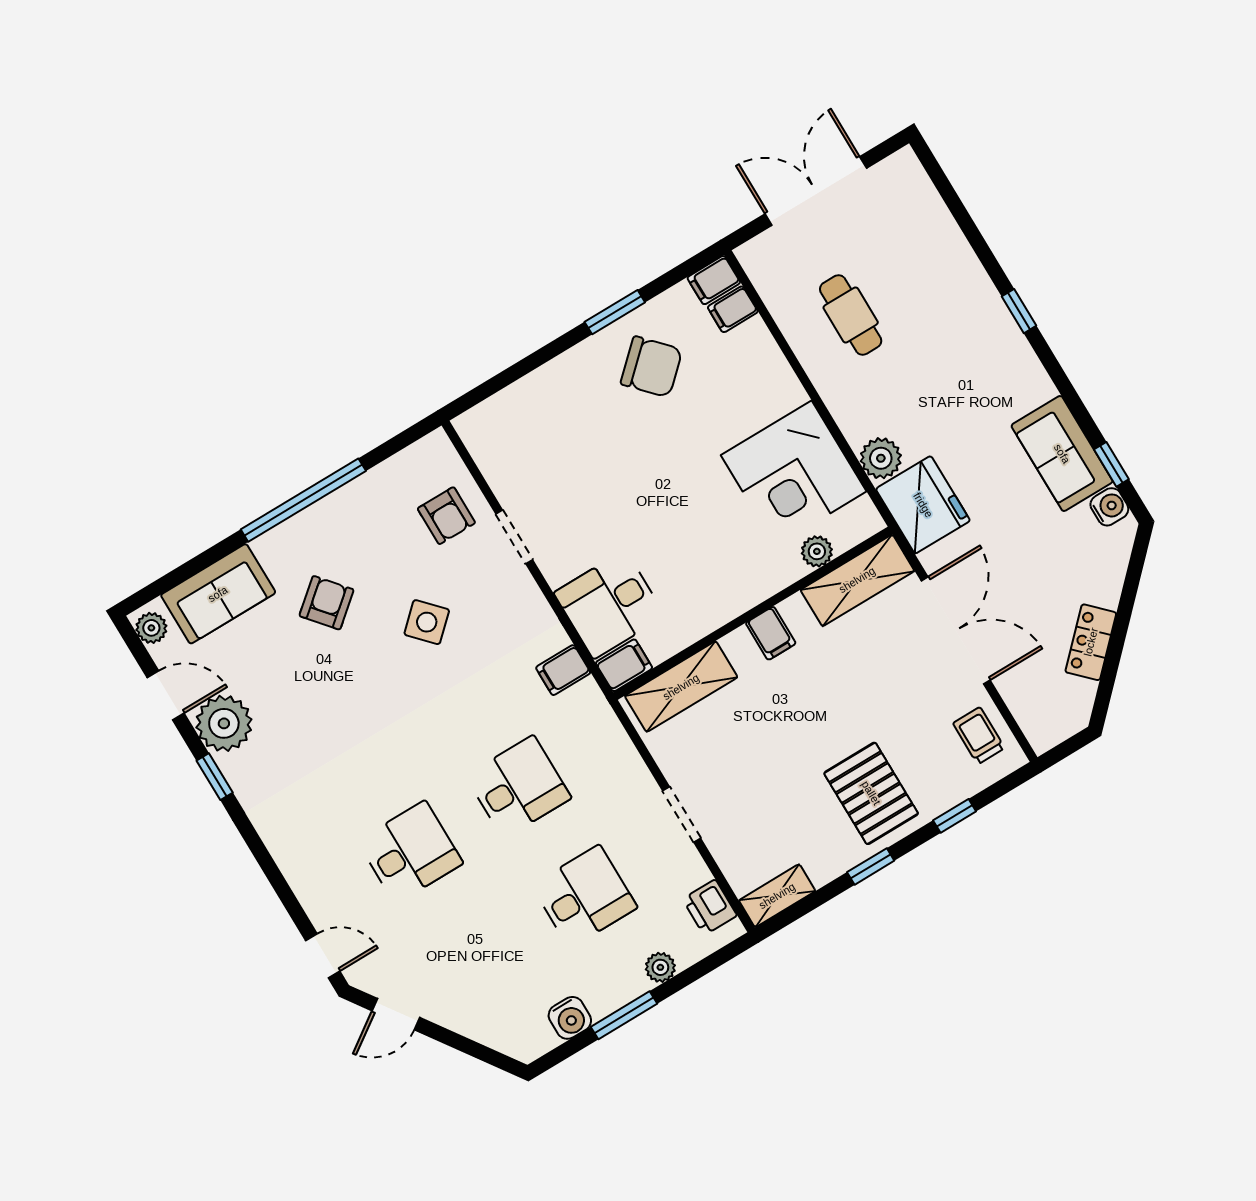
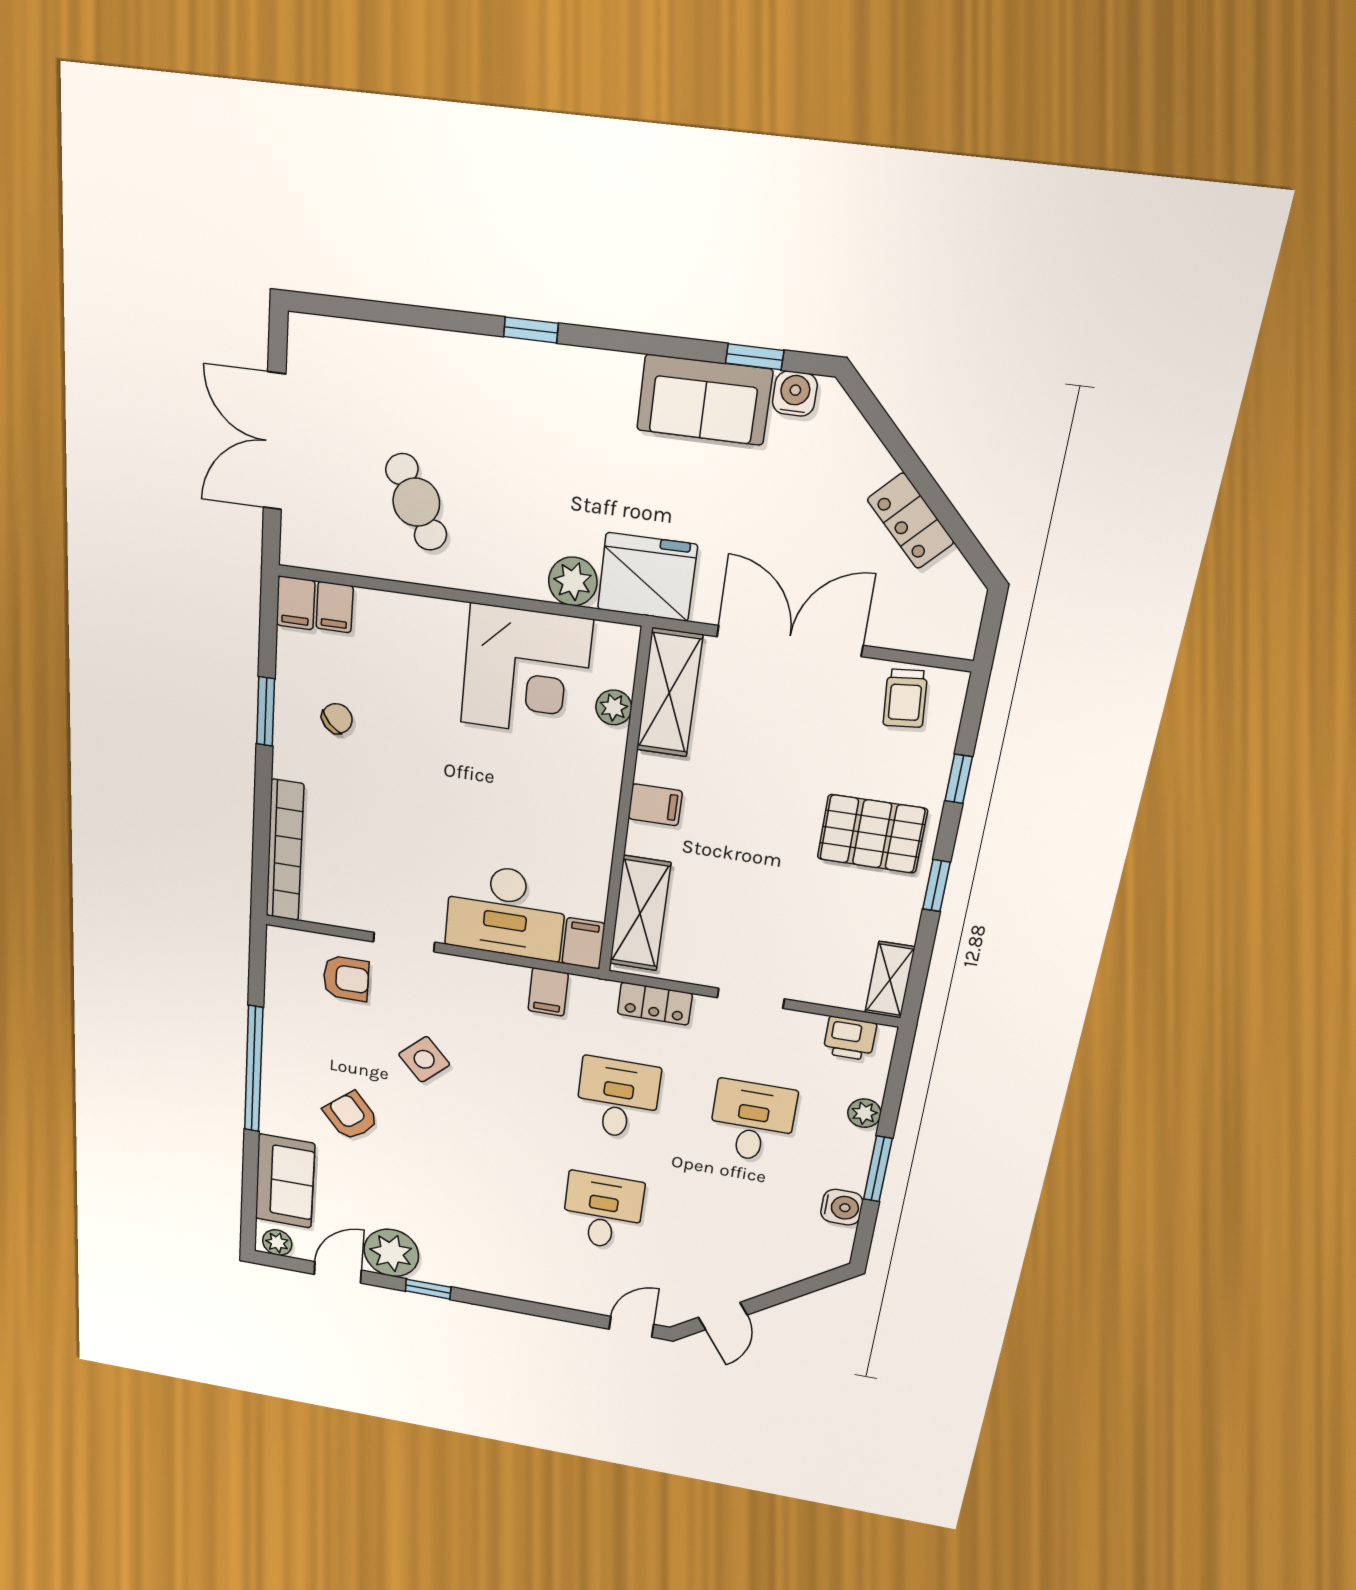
cafe table: (851, 315) -> (416, 502), turned 61
chair: (652, 367) -> (337, 719), width x0.54, depth x0.54
bookcase: (515, 399) -> (285, 851), added
desk: (609, 604) -> (506, 912), width x1.37
trolley: (979, 736) -> (905, 698), turned -95
locker: (619, 752) -> (655, 1004), added

